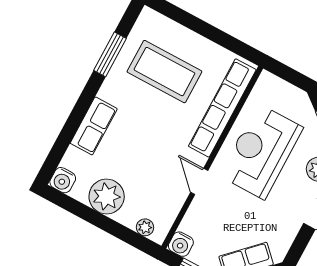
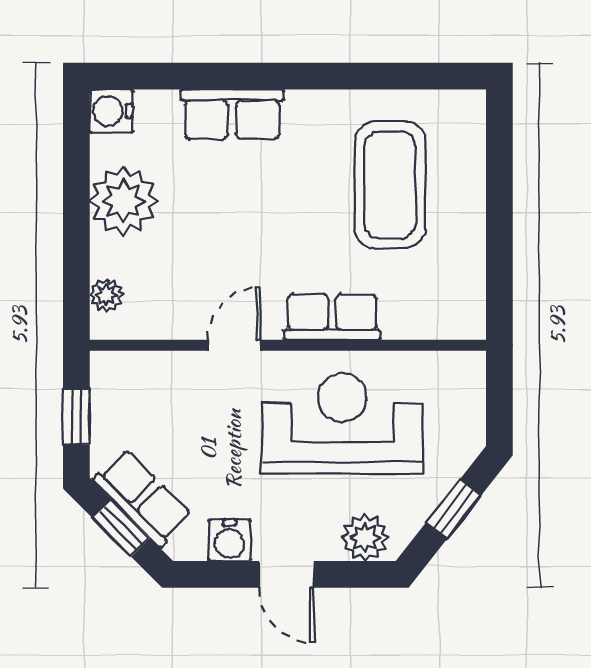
window: (110, 54) -> (369, 76), removed
row of seats: (222, 108) -> (332, 317), width x0.50
water cooler: (181, 244) -> (229, 540), moved, turned -90

